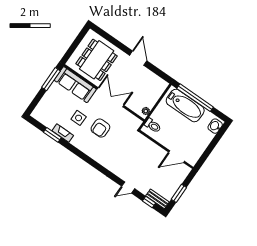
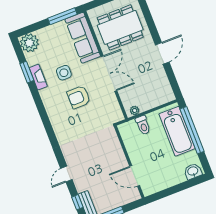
plant: (40, 113) -> (29, 43), added
toilet: (153, 126) -> (143, 125), moved
door: (128, 187) -> (66, 174), hinge flipped

